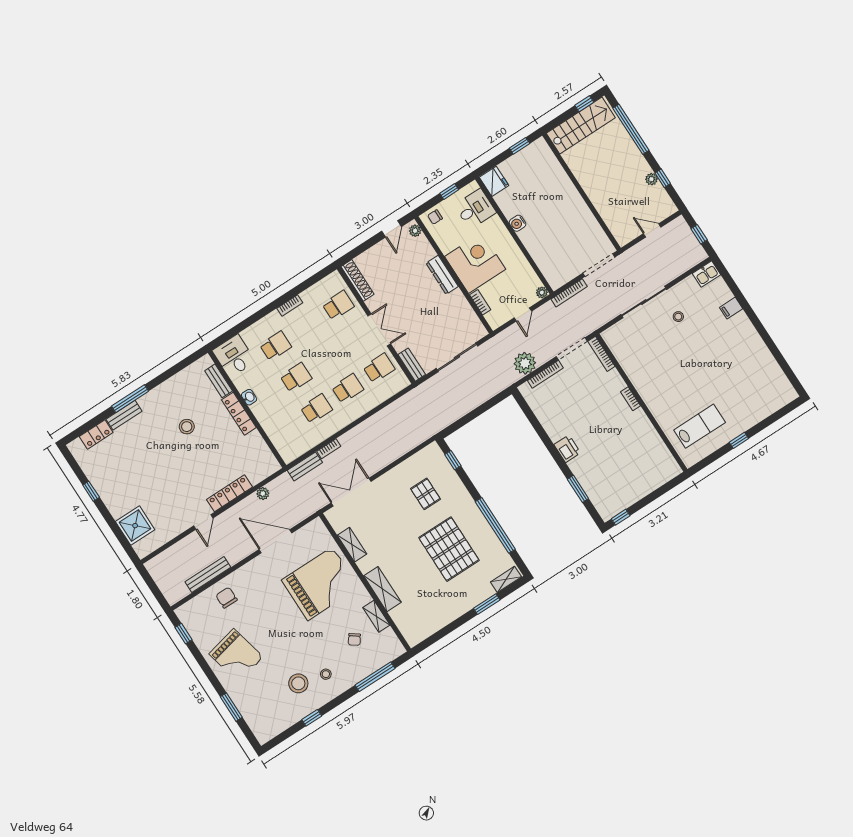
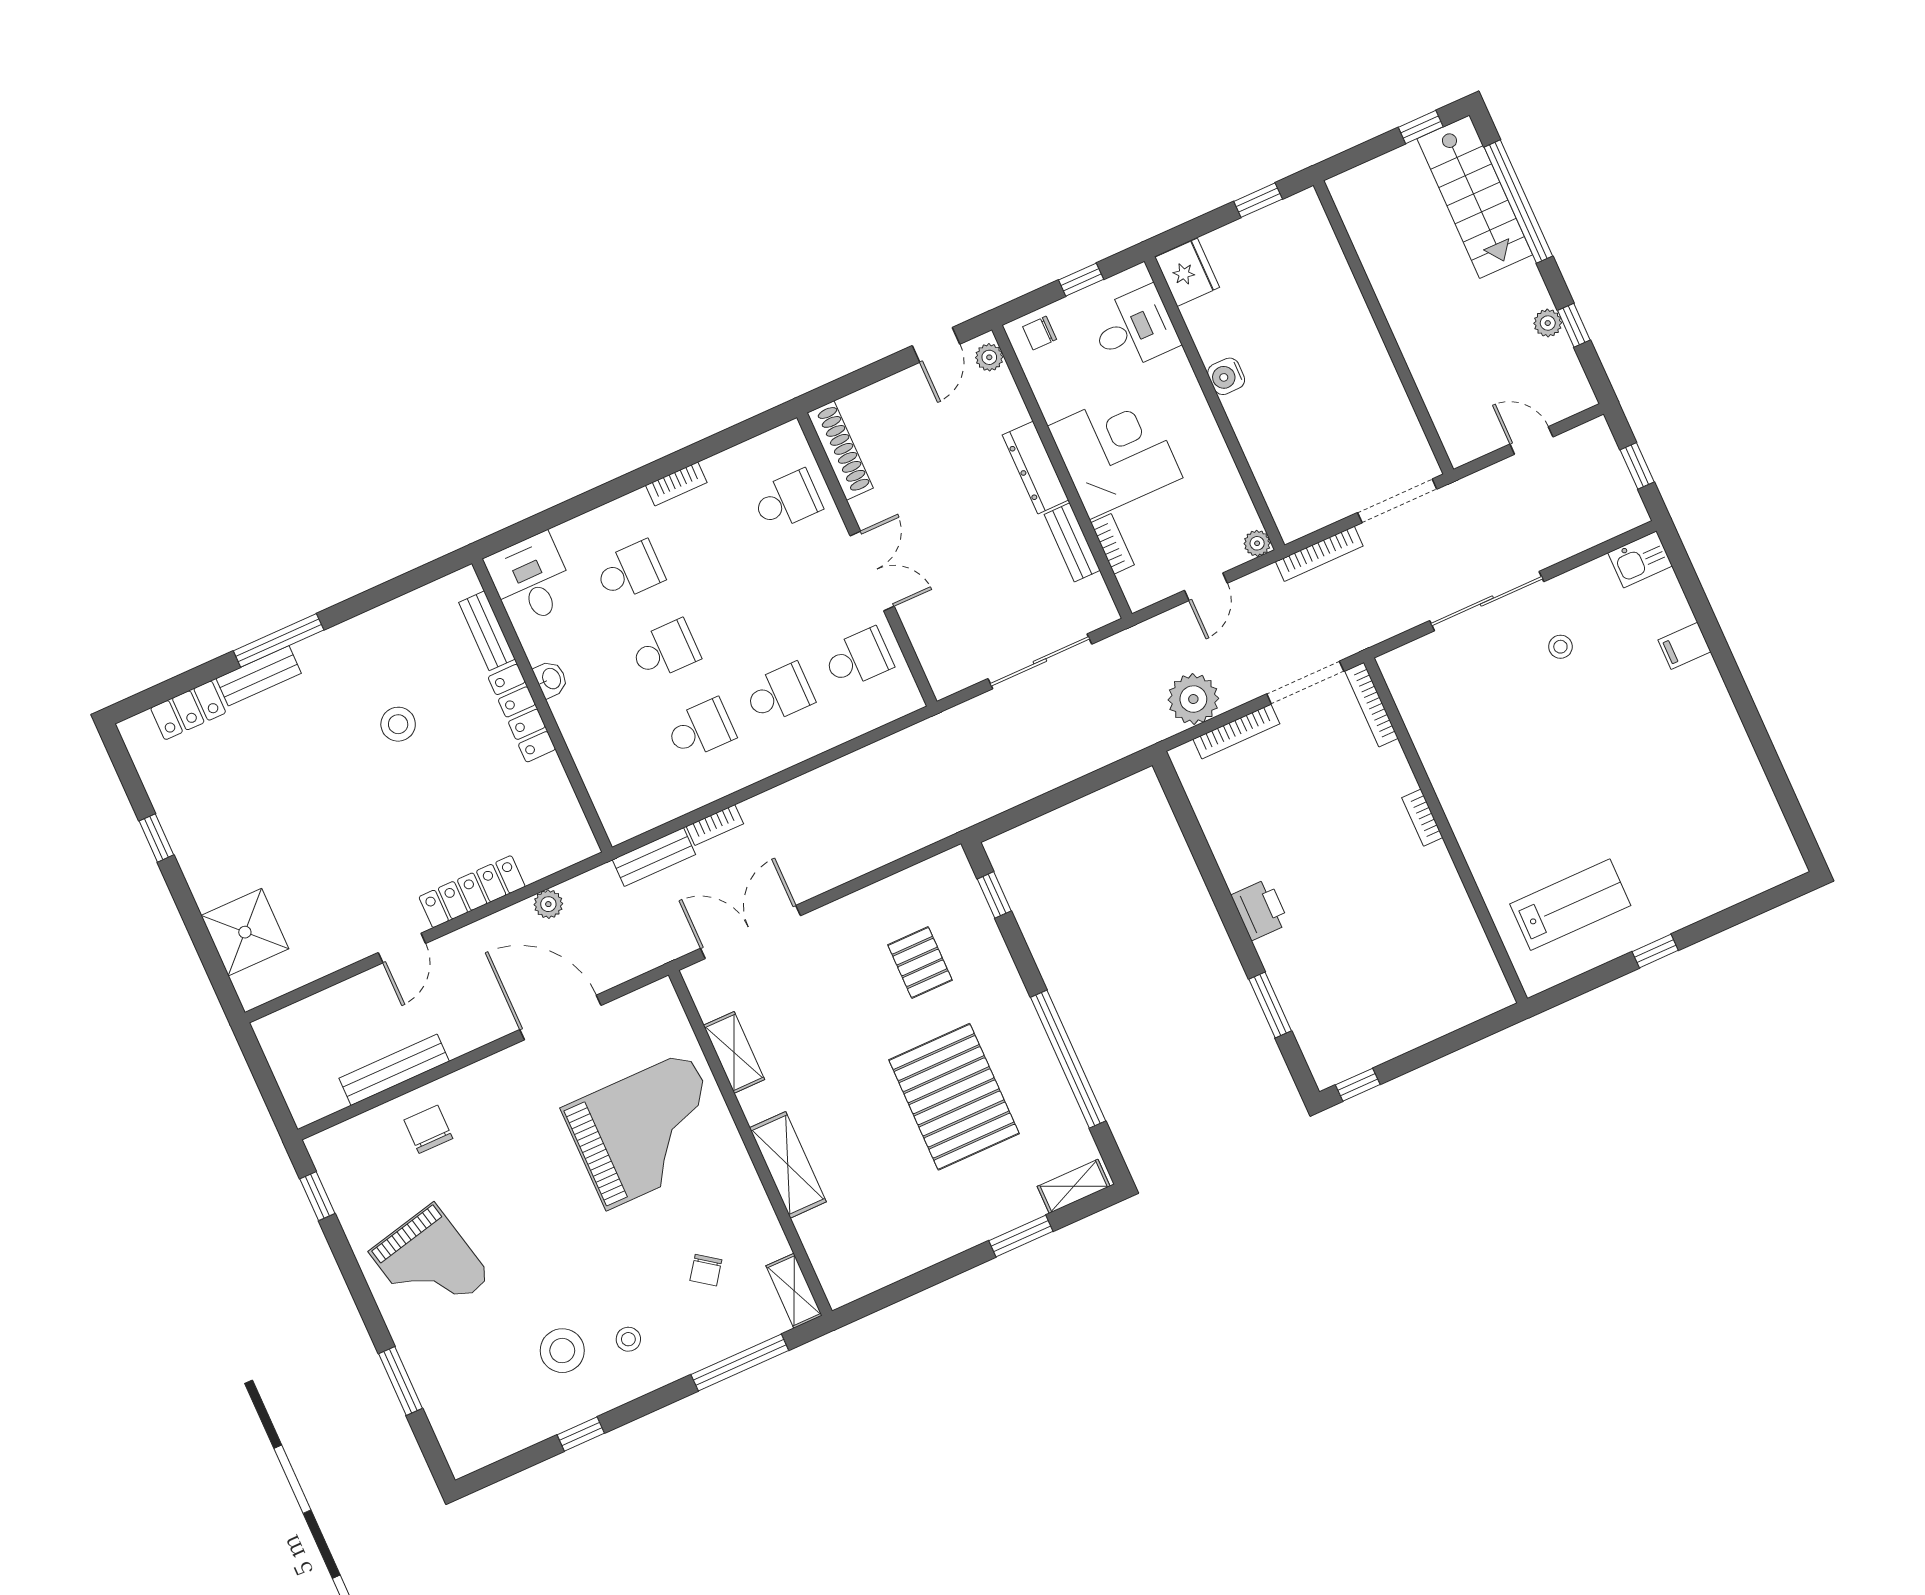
stairs: (581, 126) -> (1475, 197), moved, turned 90
bench: (412, 365) -> (1072, 542), moved
shelving: (376, 616) -> (794, 1291), moved

